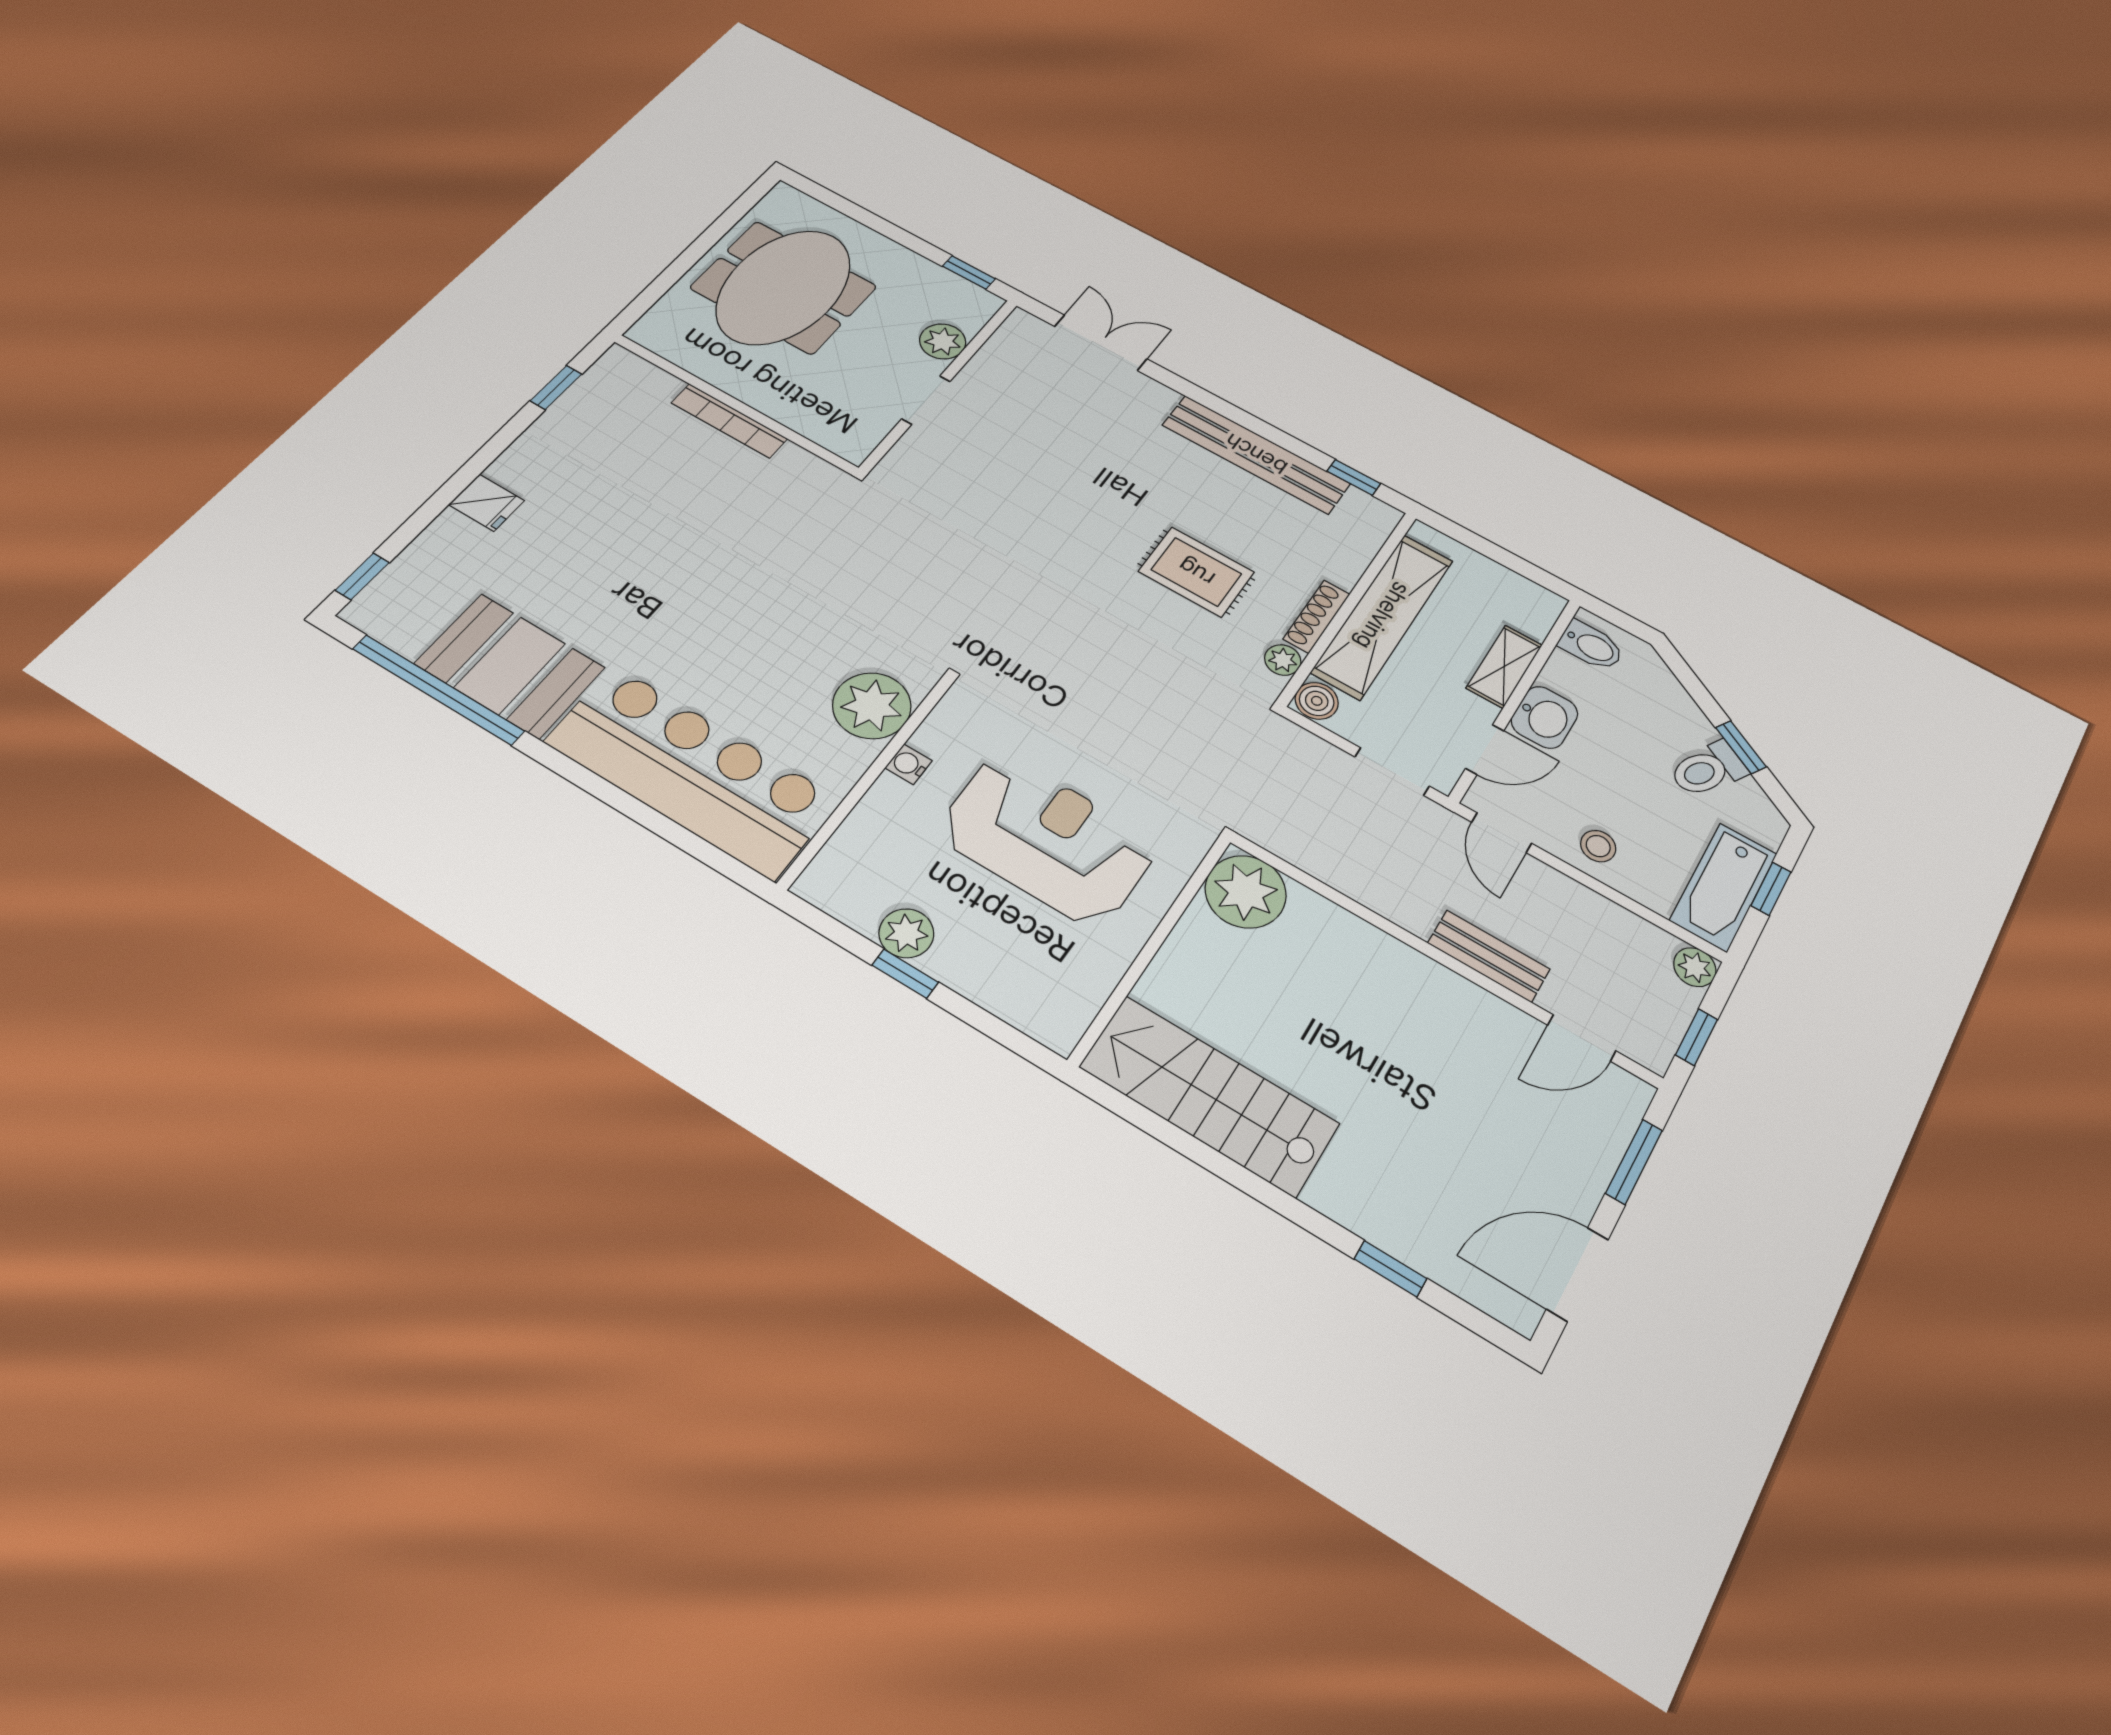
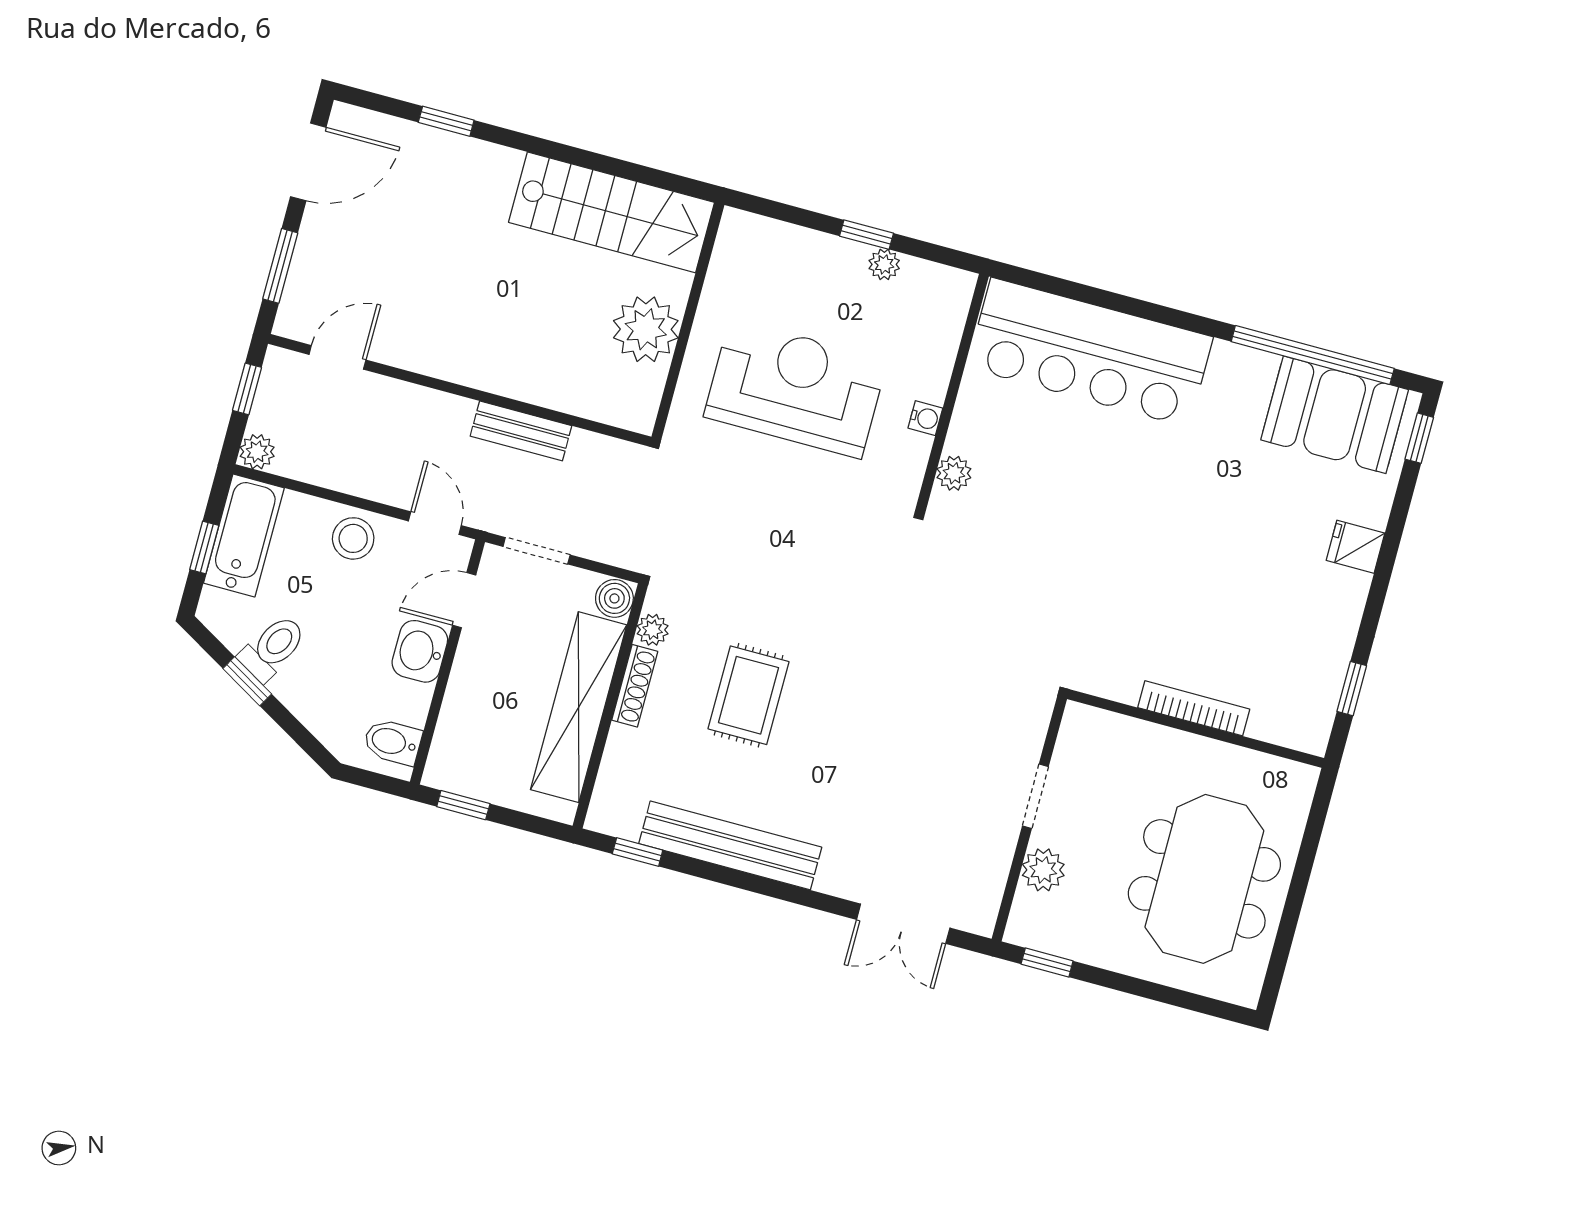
window: (1527, 570) -> (463, 805), added
rug: (1196, 572) -> (749, 695), turned 90
booth: (510, 666) -> (1335, 415), moved
shelving: (1504, 667) -> (464, 692), removed
plant: (872, 706) -> (954, 473), width x0.53, depth x0.53
reception desk: (1047, 839) -> (796, 389), turned 180
stool: (1598, 846) -> (353, 538), width x1.37, depth x1.37
plant: (1246, 892) -> (646, 329), moved
plant: (906, 933) -> (884, 264), width x0.73, depth x0.73
bench: (1489, 956) -> (521, 431), moved

